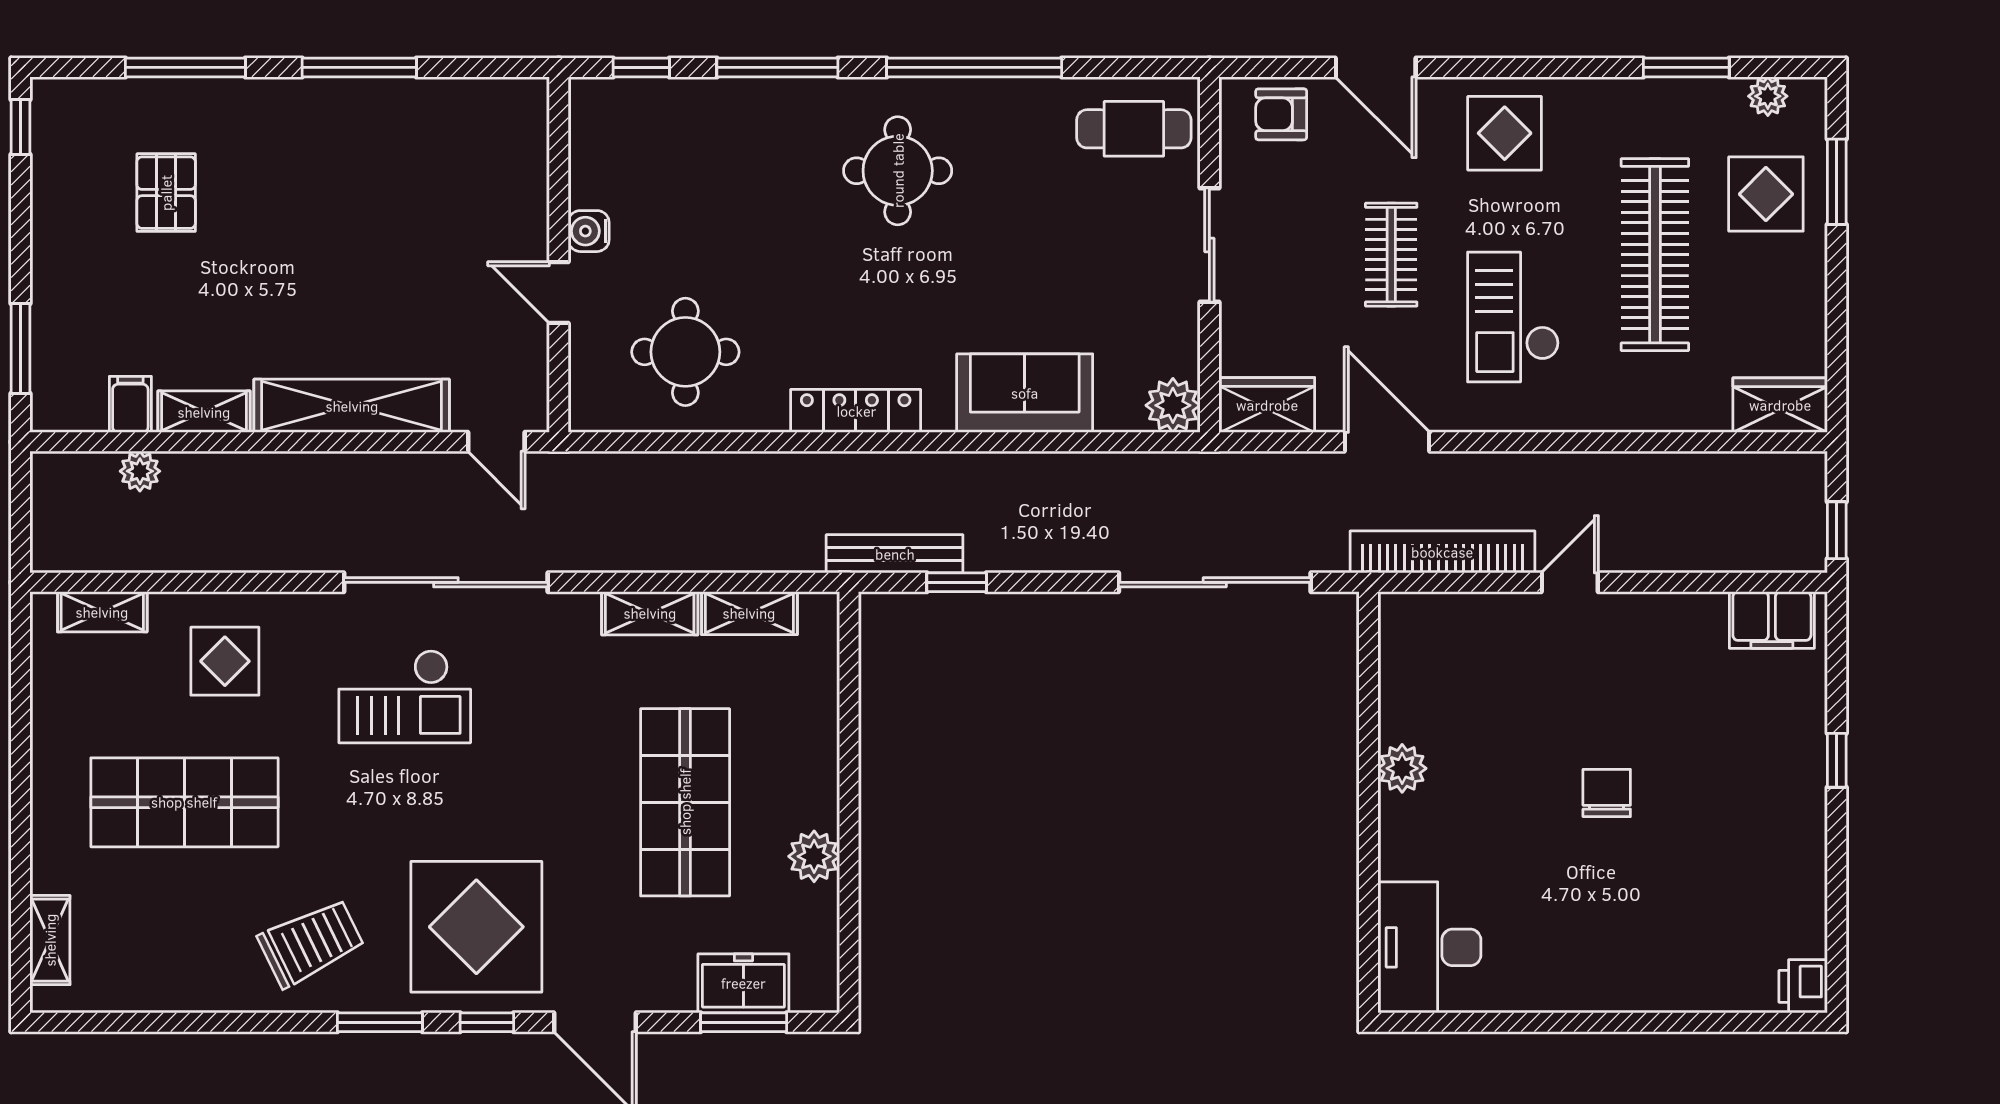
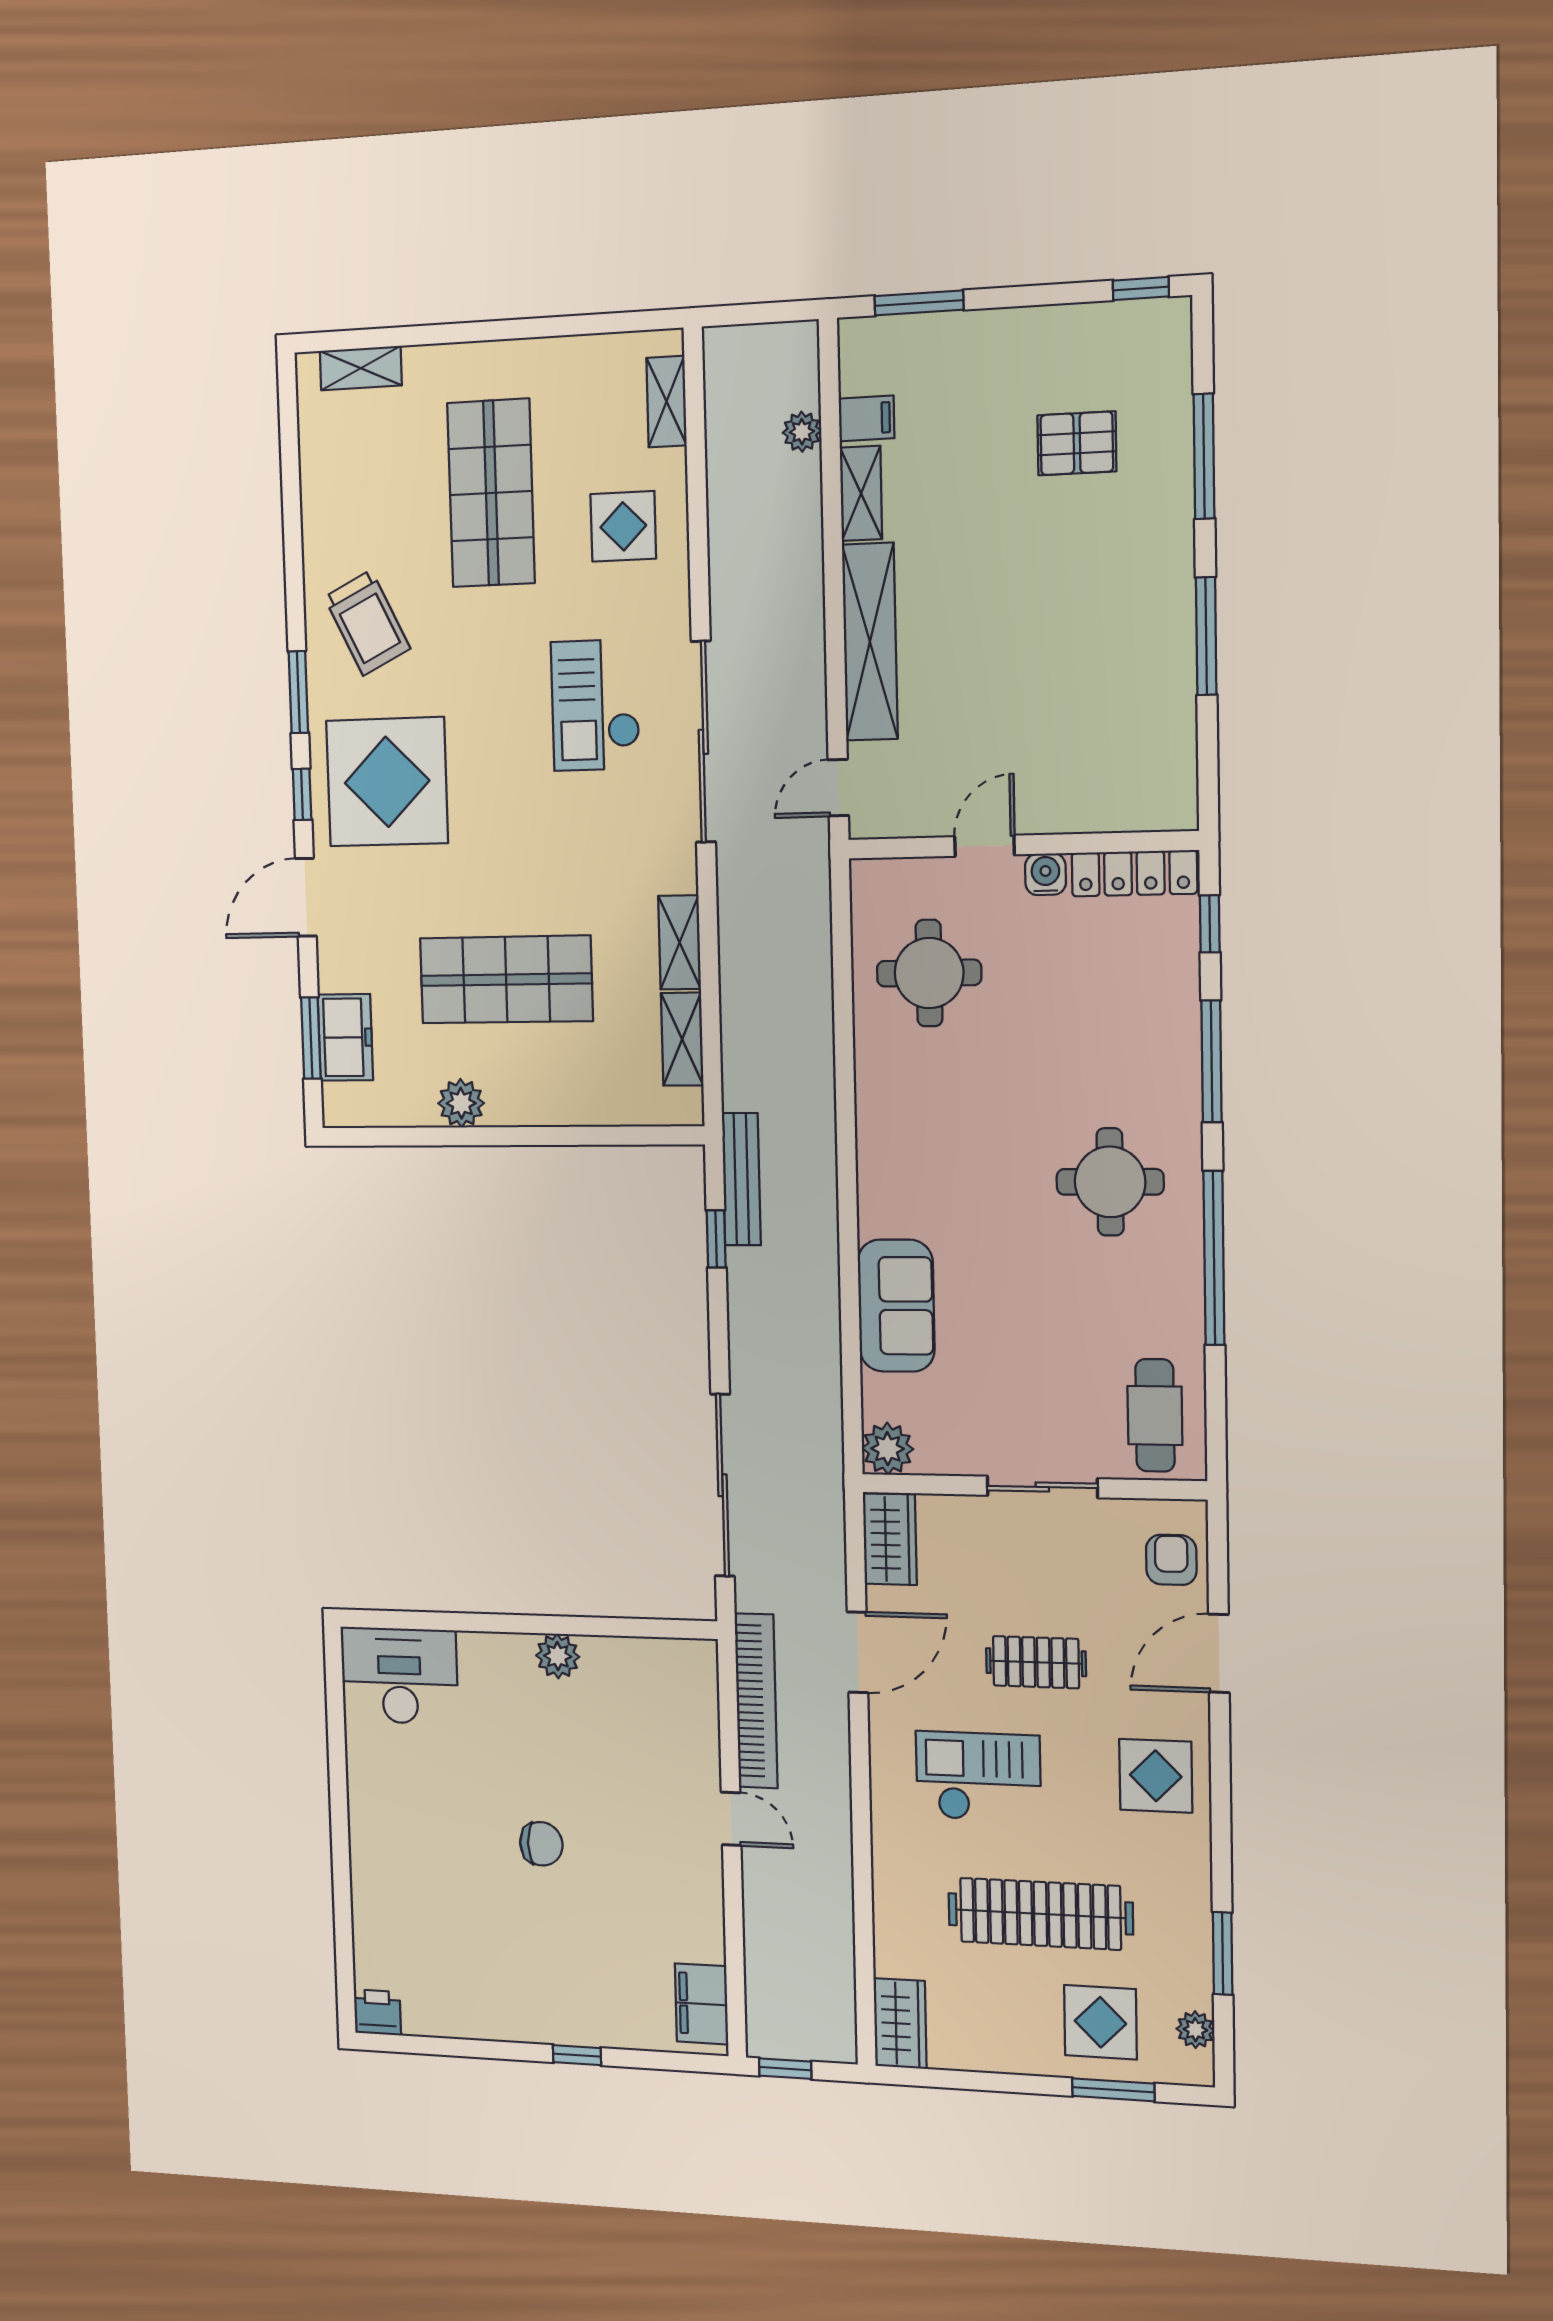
locker: (856, 411) -> (1134, 873), moved, turned 90

